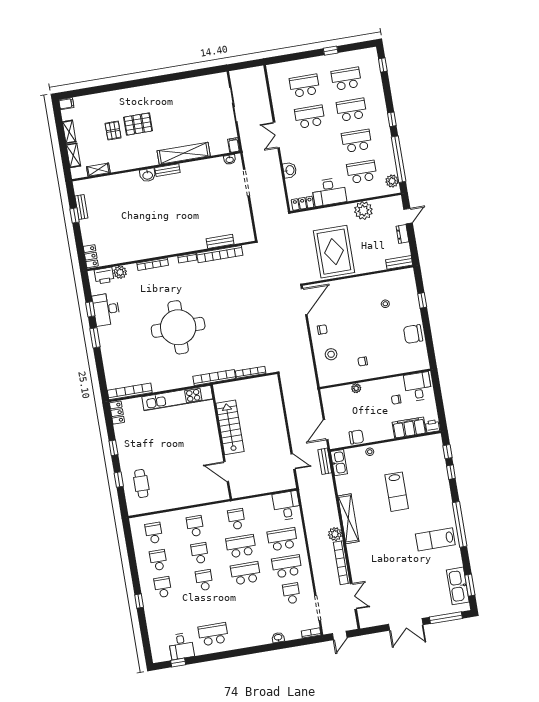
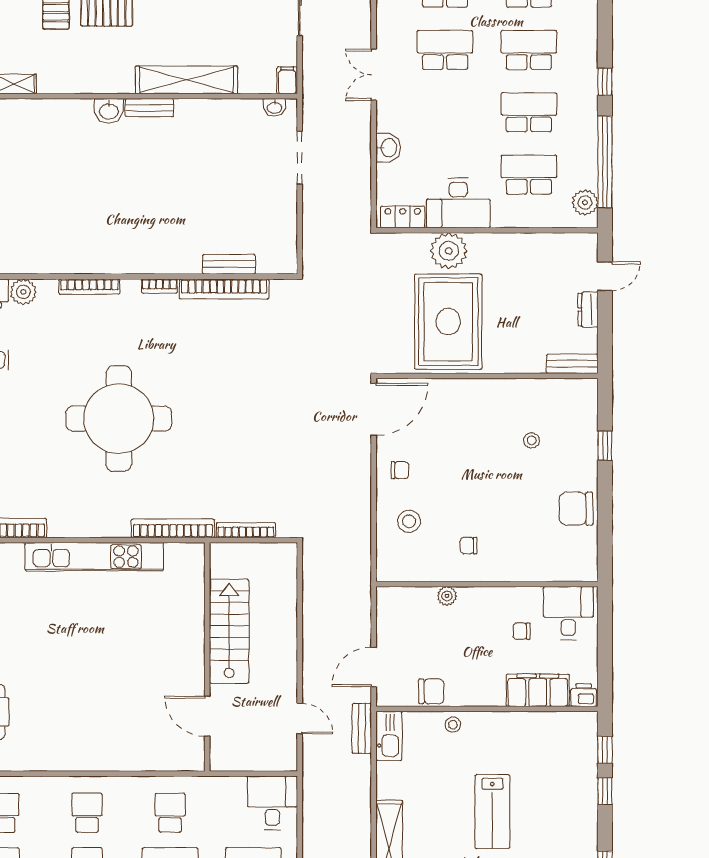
plant: (363, 211) -> (449, 251), moved
stairs: (230, 427) -> (229, 631), moved
wall: (221, 442) -> (207, 657), moved
door: (226, 471) -> (207, 716), moved

